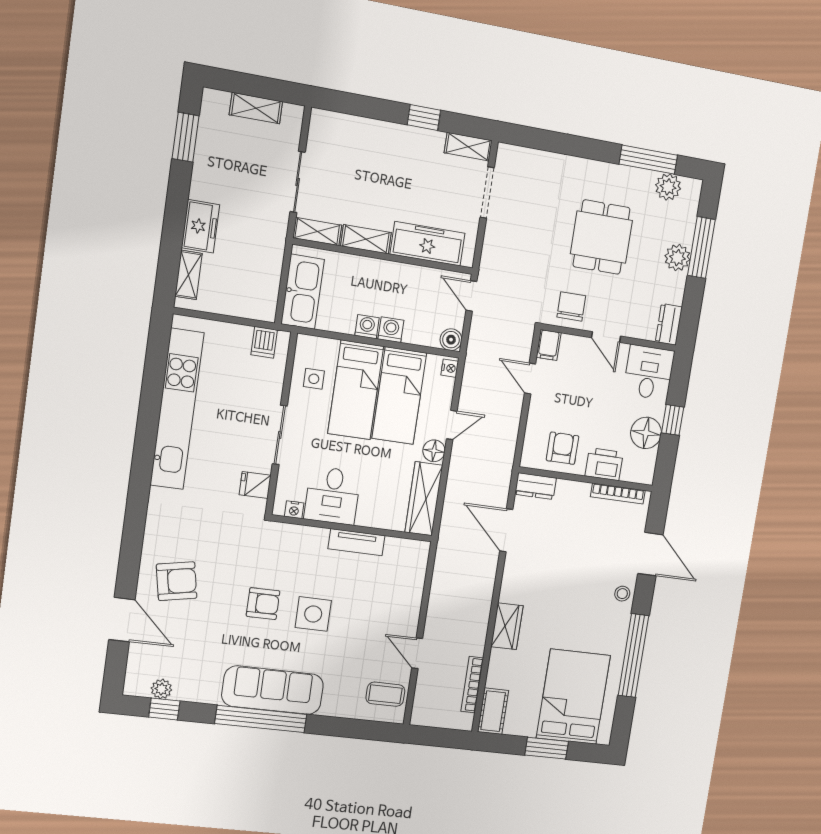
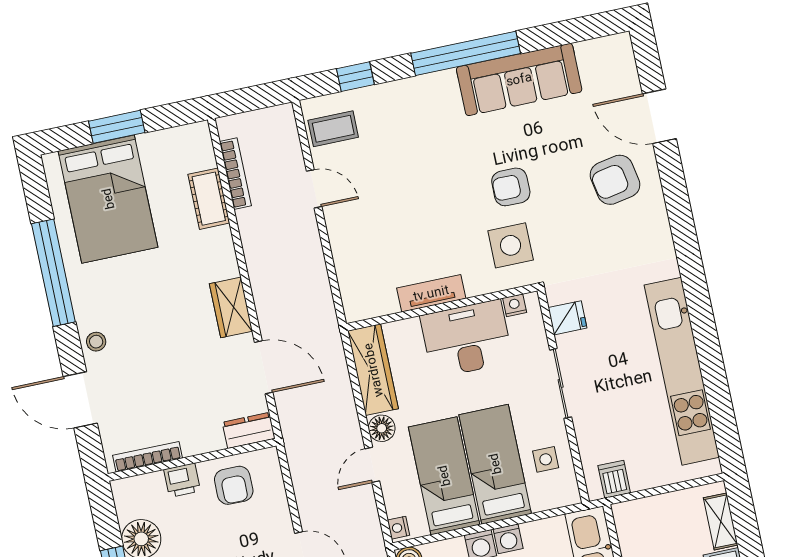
printer: (604, 464) -> (182, 480), width x0.73, depth x0.81
desk: (332, 496) -> (467, 339), width x1.37
side table: (313, 614) -> (511, 245), moved
wardrobe: (507, 626) -> (231, 307), moved
plant: (161, 689) -> (589, 52), removed
sofa: (273, 690) -> (519, 79), moved
window: (164, 709) -> (355, 77), moved
cot: (493, 711) -> (209, 199), moved

